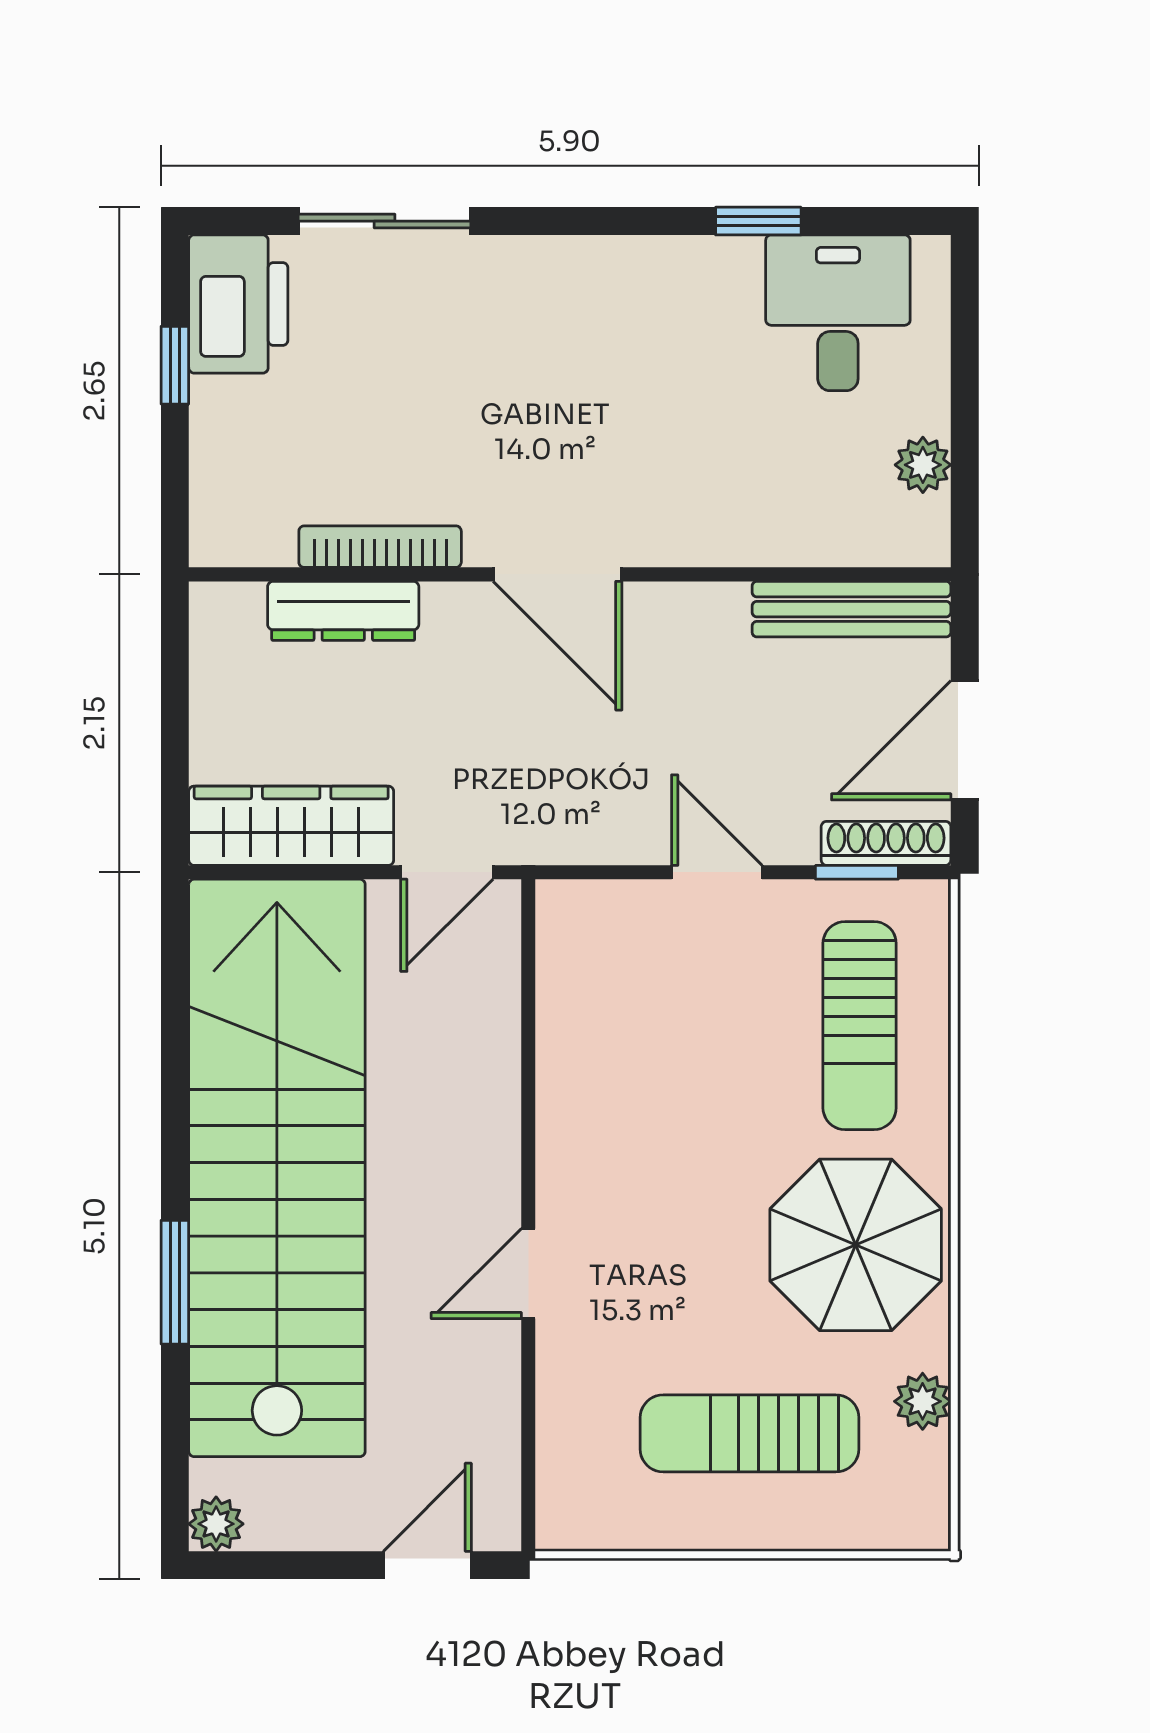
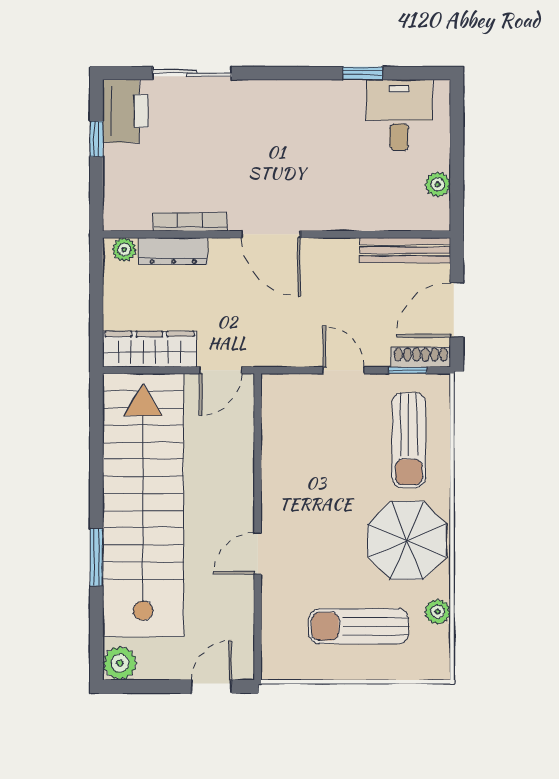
plant: (236, 608) -> (124, 250), added
plant: (216, 1524) -> (120, 663), width x1.38, depth x1.38

